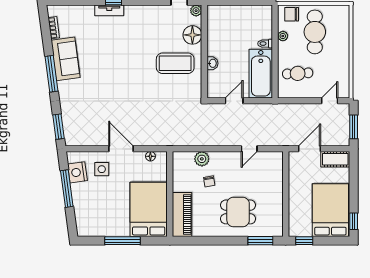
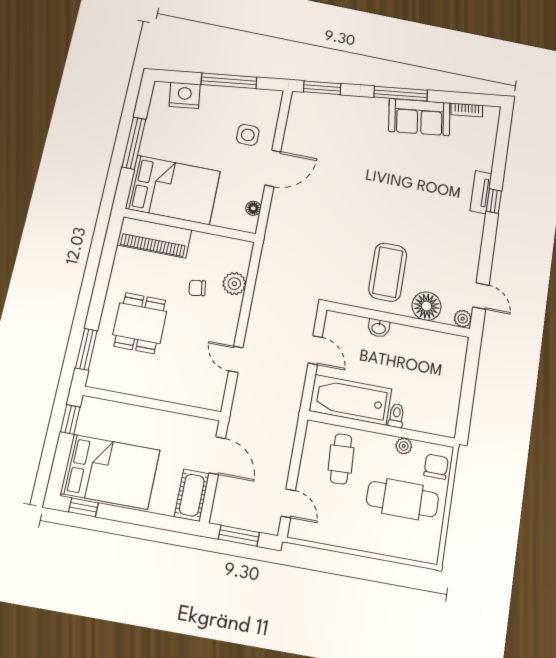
nightstand: (77, 172) -> (185, 95), moved

